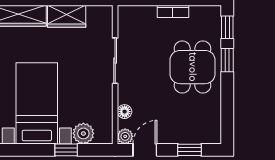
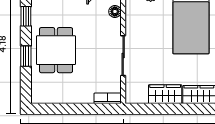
bookcase: (173, 11) -> (108, 98), moved
window: (227, 27) -> (26, 16), moved

